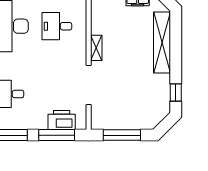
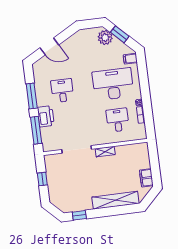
printer: (62, 120) -> (46, 116), moved
window: (122, 135) -> (42, 179), width x0.46

